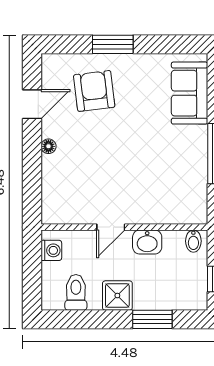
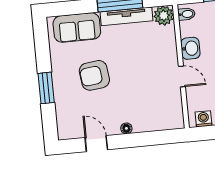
armchair: (94, 91) -> (94, 75), moved
tv unit: (198, 161) -> (126, 16), added
plant: (194, 211) -> (164, 16), added

